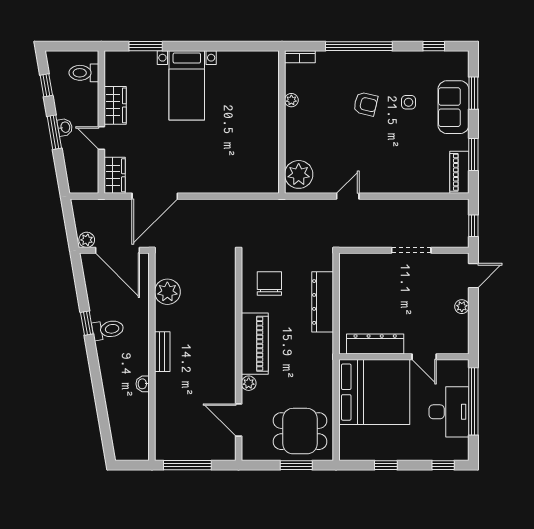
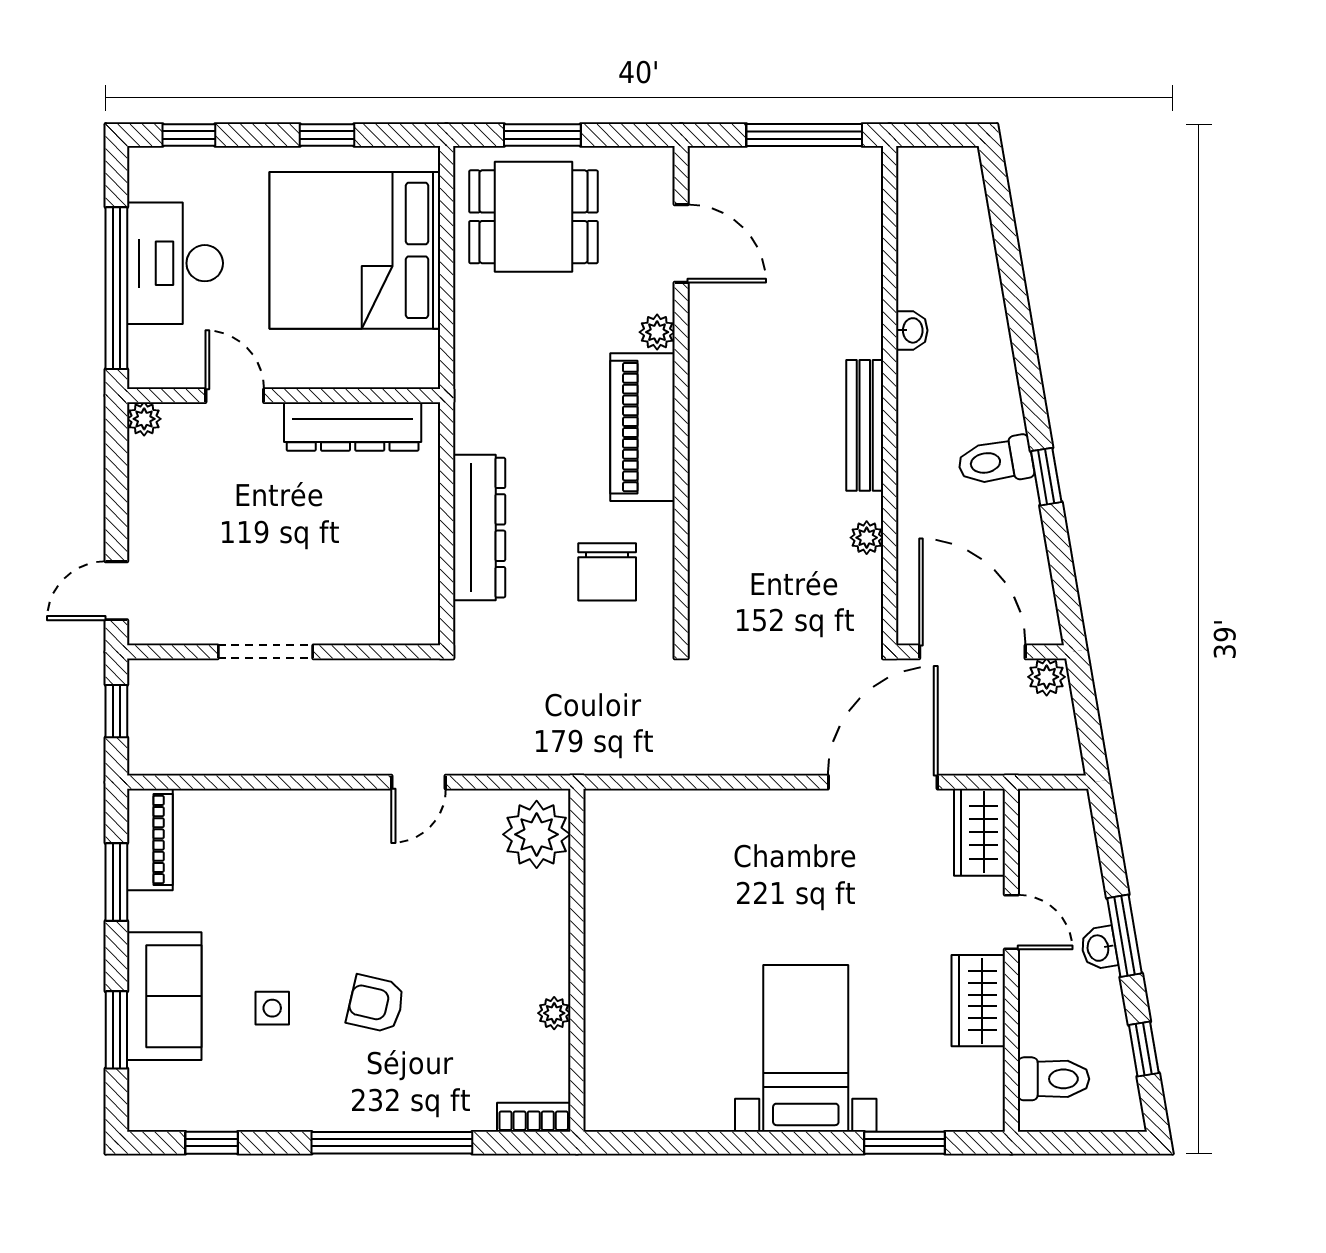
plant: (167, 292) -> (867, 538), width x0.53, depth x0.53
plant: (462, 307) -> (144, 419), moved
bench: (162, 352) -> (865, 425), width x1.36
bed: (374, 392) -> (355, 250), moved

